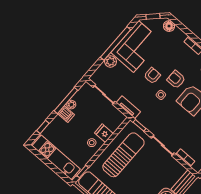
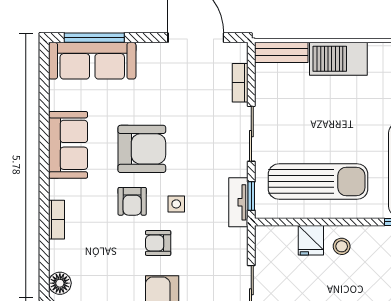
tv unit: (128, 107) -> (238, 202), moved
sun lounger: (123, 155) -> (318, 182), turned 180

